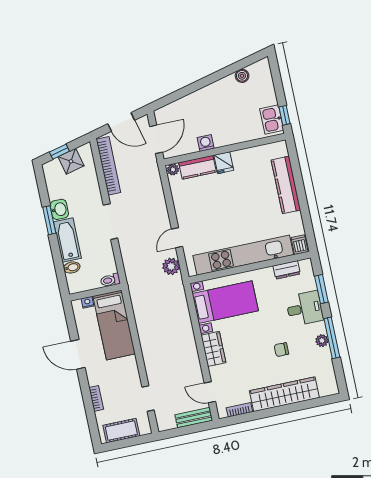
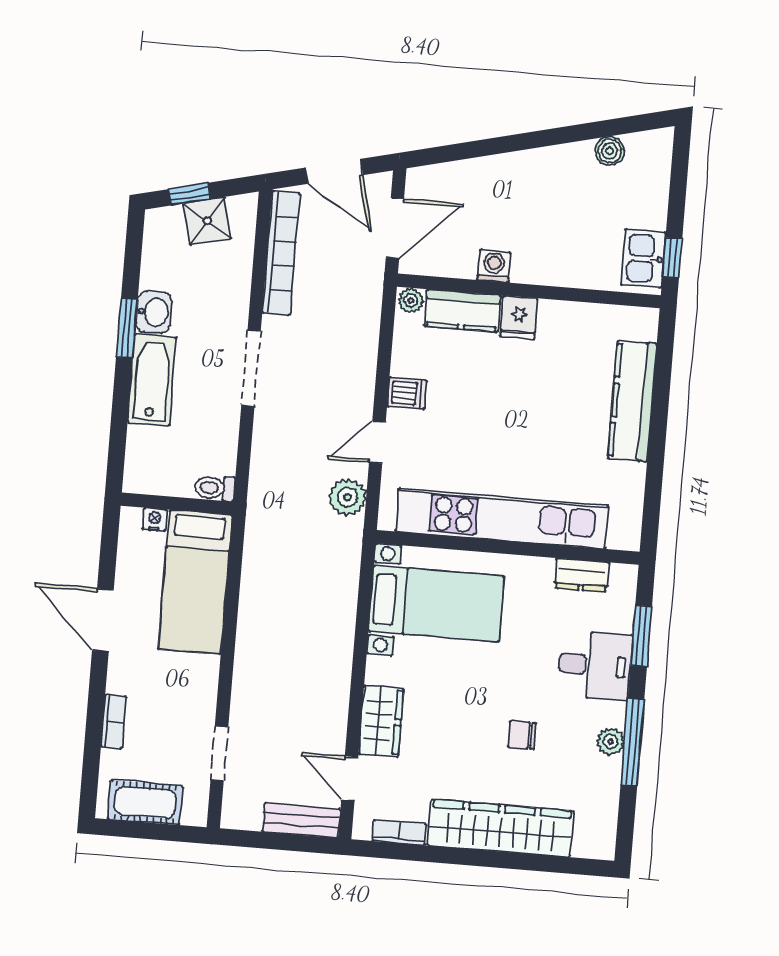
dishwasher: (300, 245) -> (407, 393), moved, turned 90
bidet: (72, 267) -> (144, 438), removed
wardrobe: (213, 349) -> (381, 721), moved

